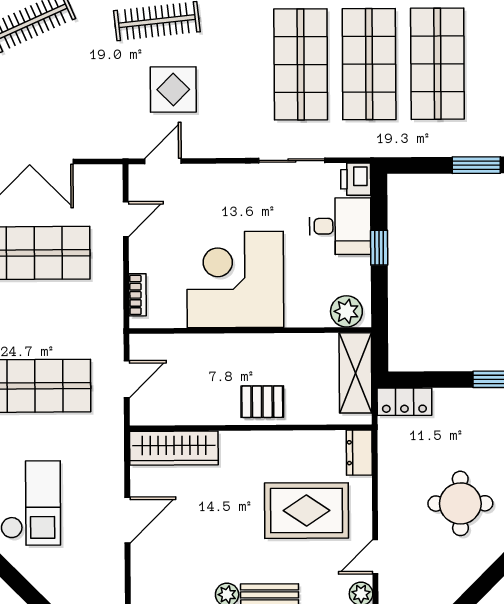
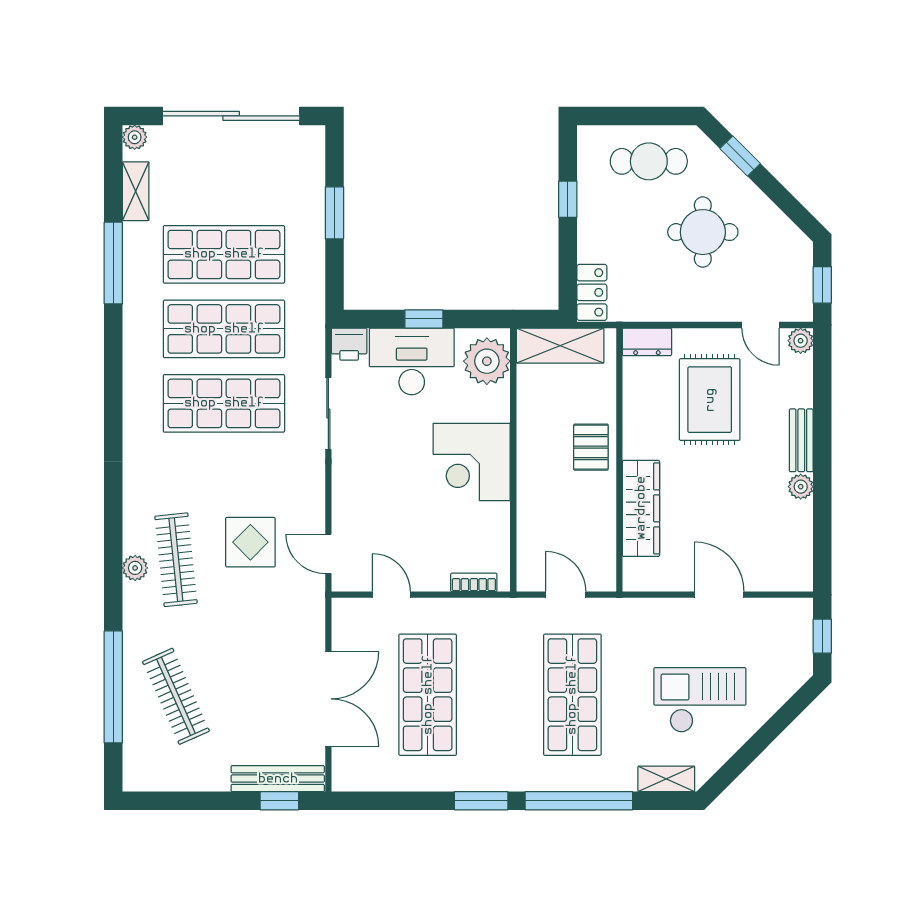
desk: (340, 226) -> (412, 361), width x1.37
corner desk: (235, 280) -> (472, 462), width x0.74, depth x0.74
plant: (346, 311) -> (487, 361), width x1.36, depth x1.36
wardrobe: (174, 448) -> (641, 508), moved

